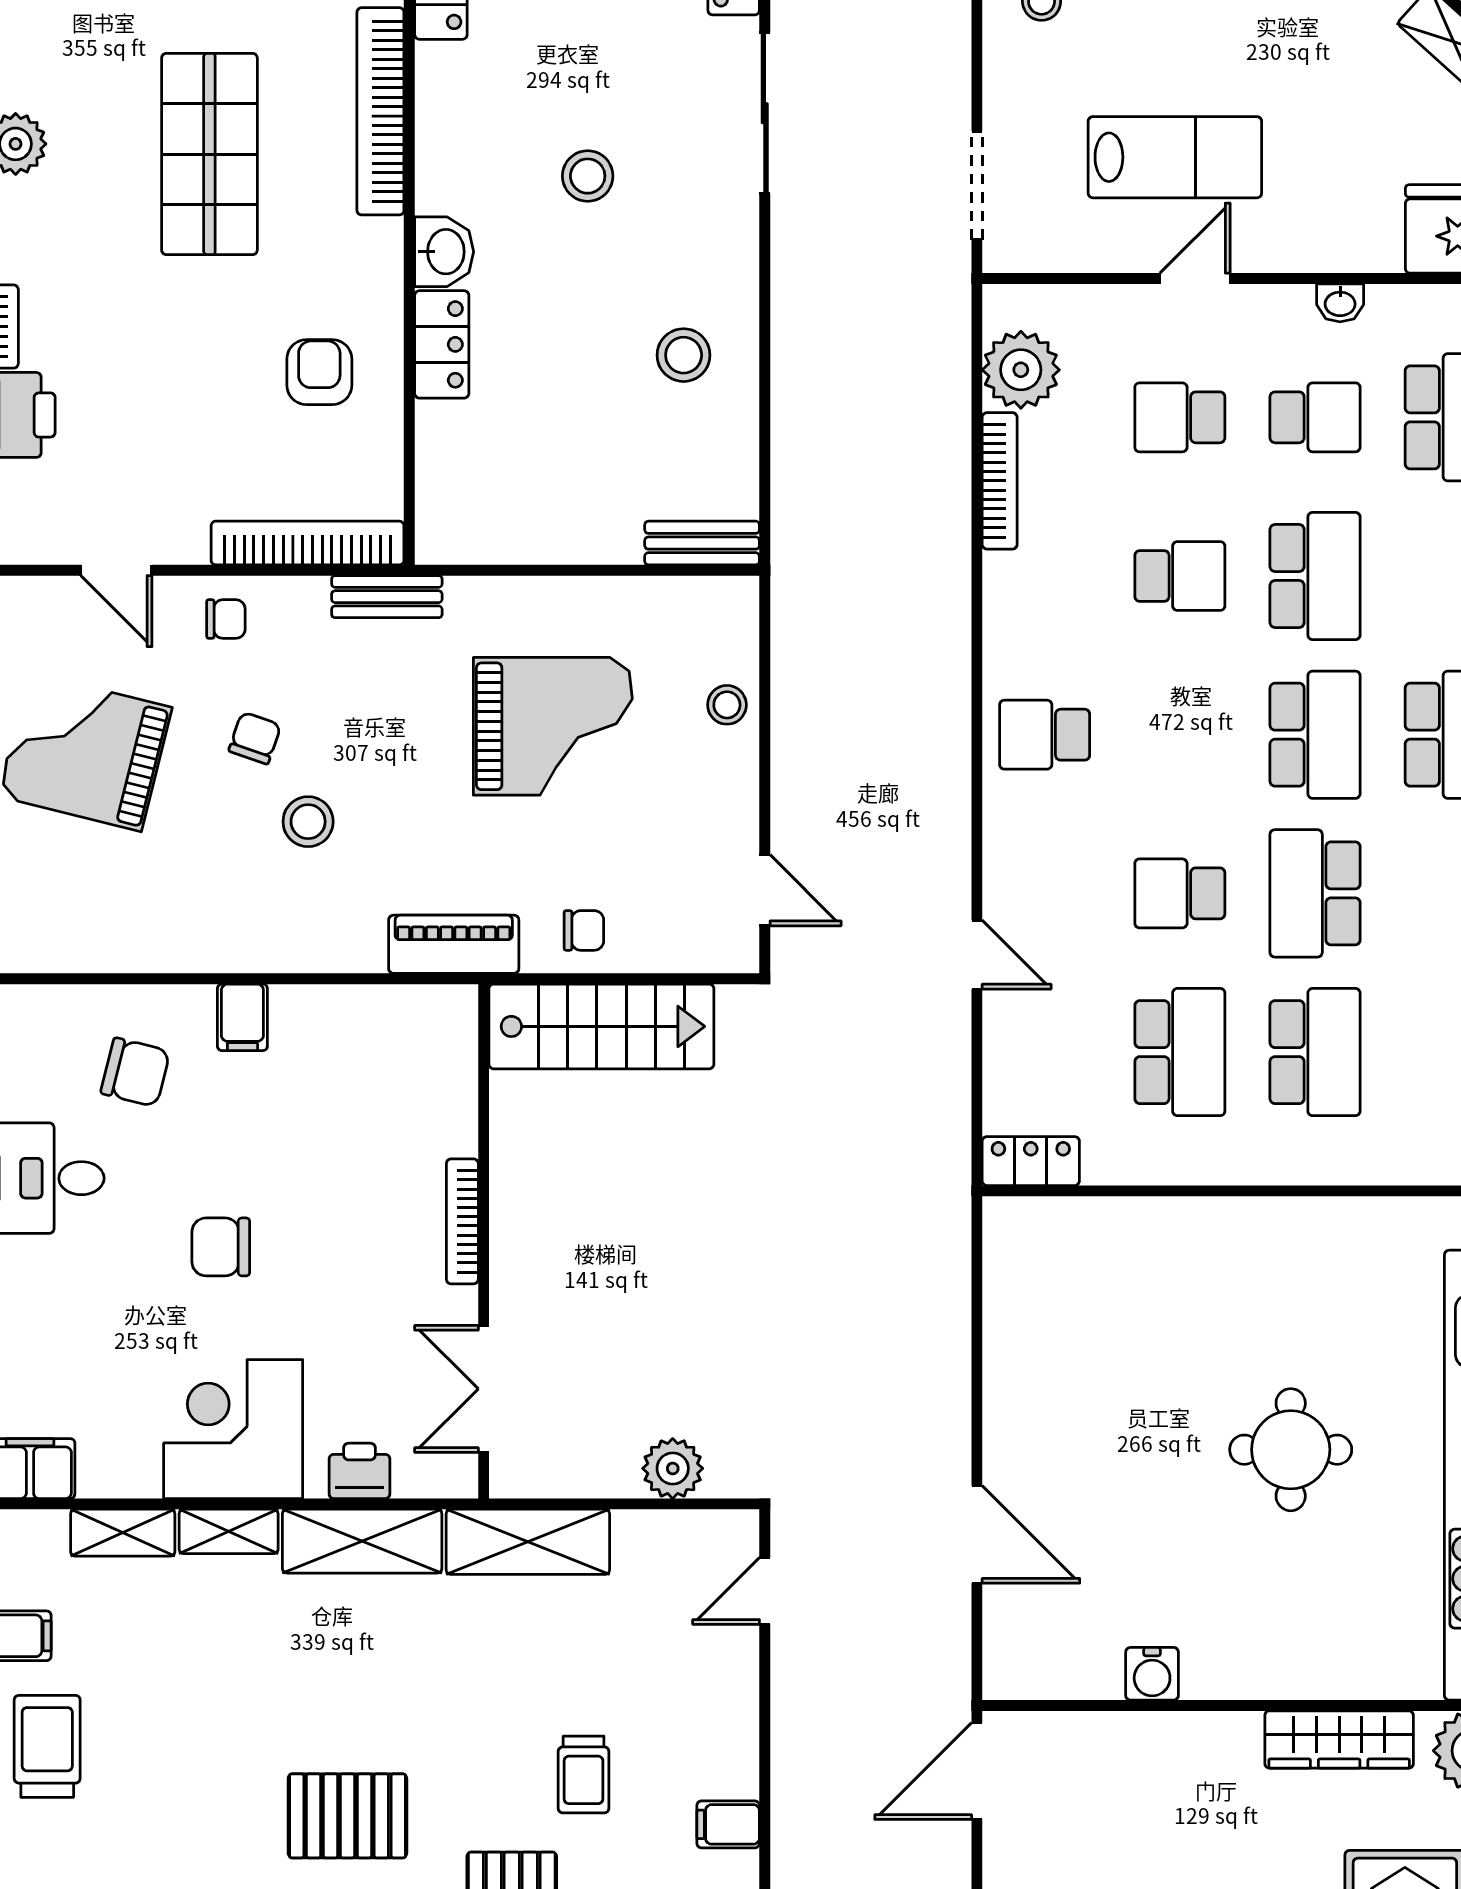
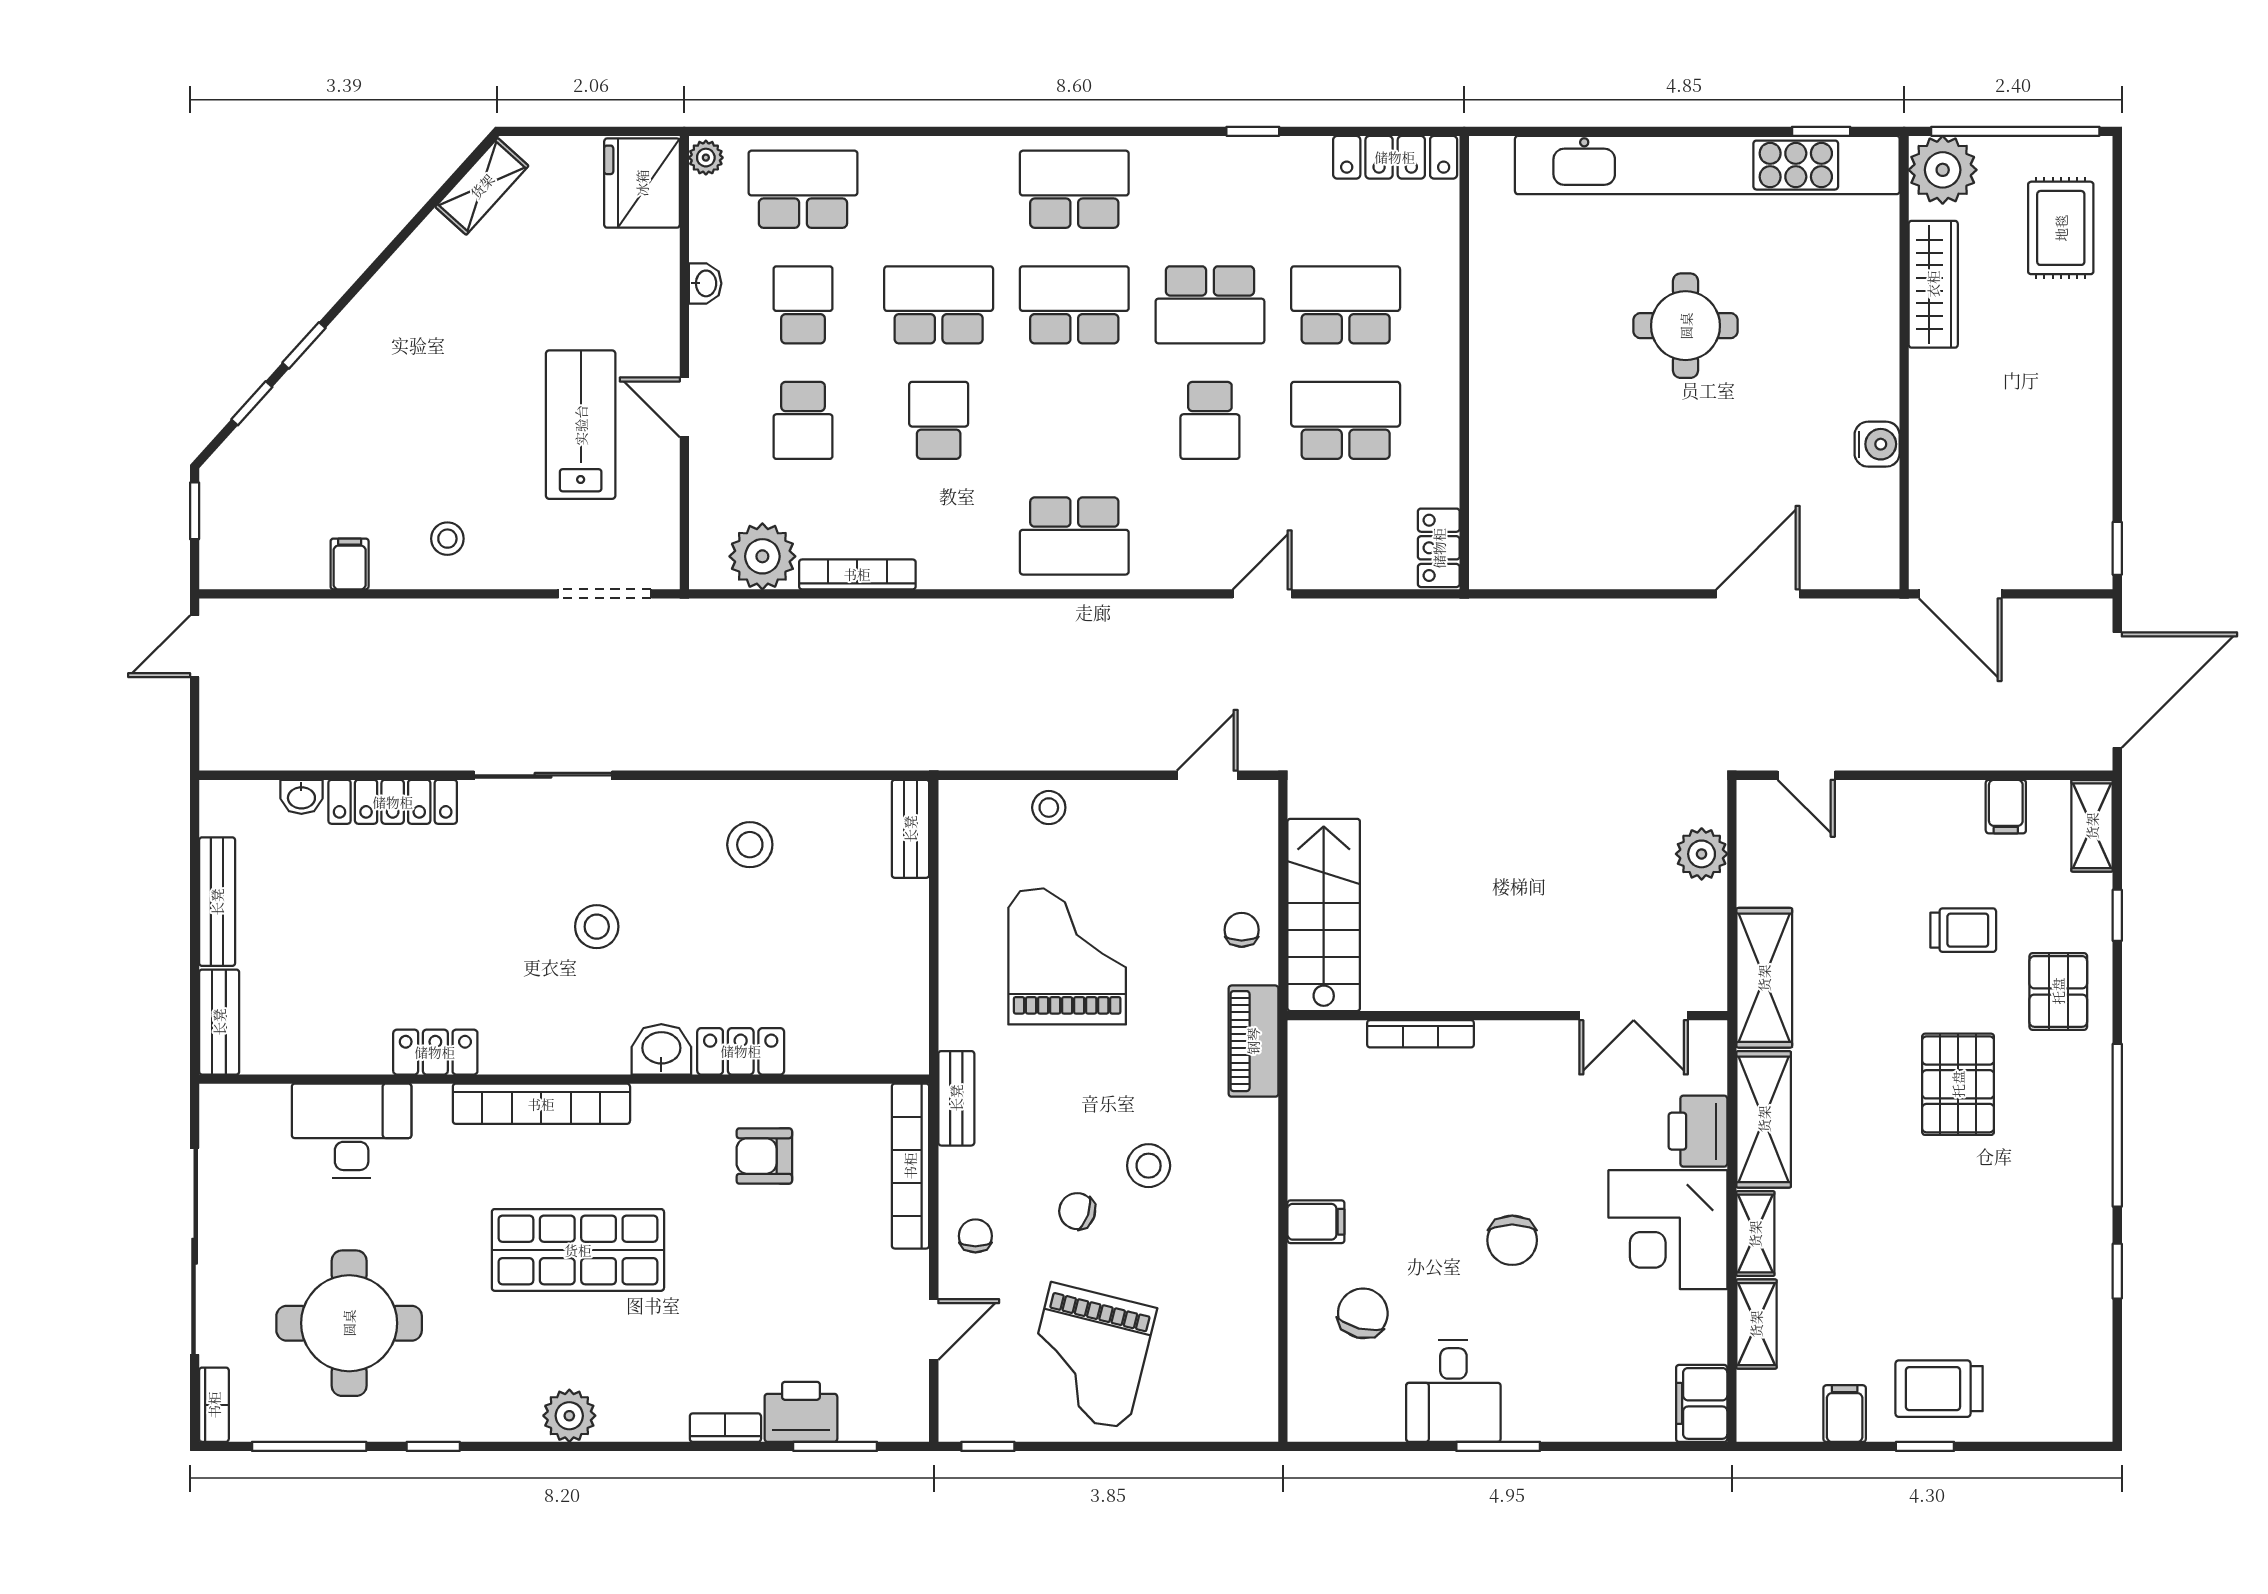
school desk: (1045, 735) -> (1074, 536), width x1.85
bookcase: (462, 1221) -> (1420, 1034), moved
printer: (359, 1471) -> (1698, 1131), width x1.36, depth x1.24
pallet: (347, 1816) -> (1958, 1084), moved

